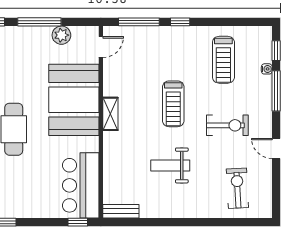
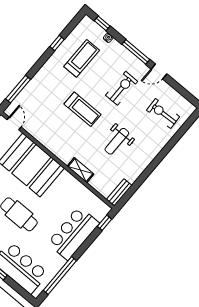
window: (180, 22) -> (57, 43), moved
treadmill: (223, 60) -> (82, 58), turned -90
window: (276, 91) -> (136, 52), moved
shelving: (110, 114) -> (81, 170), moved
bar counter: (81, 185) -> (73, 233), moved, turned 90

